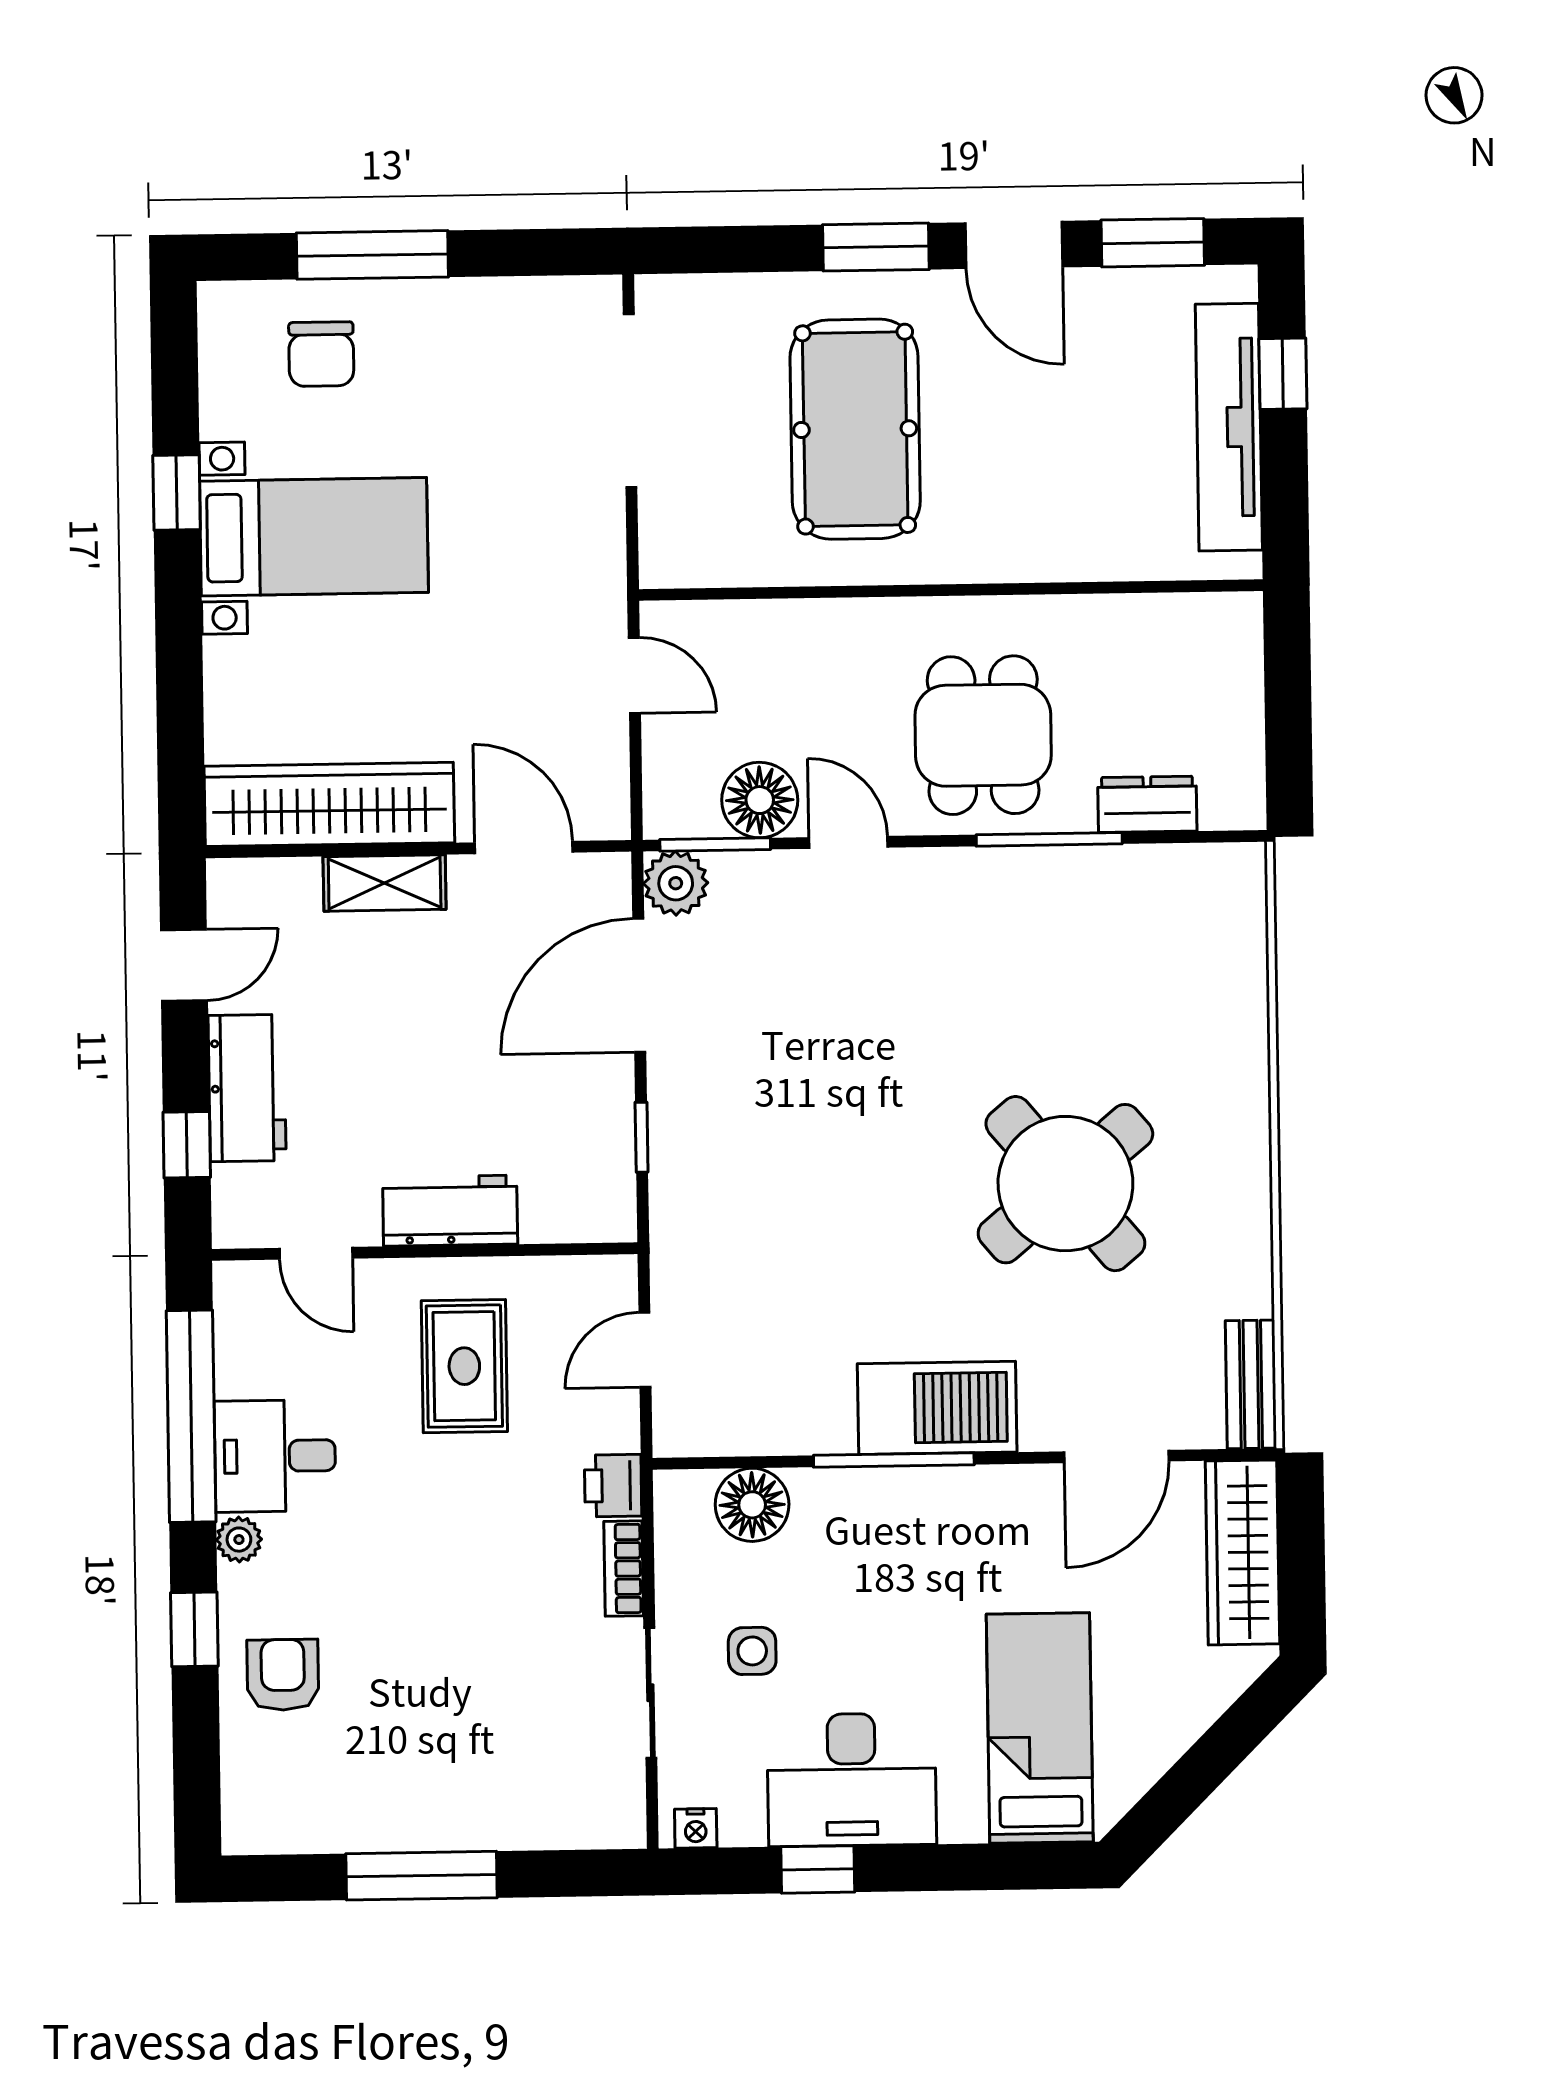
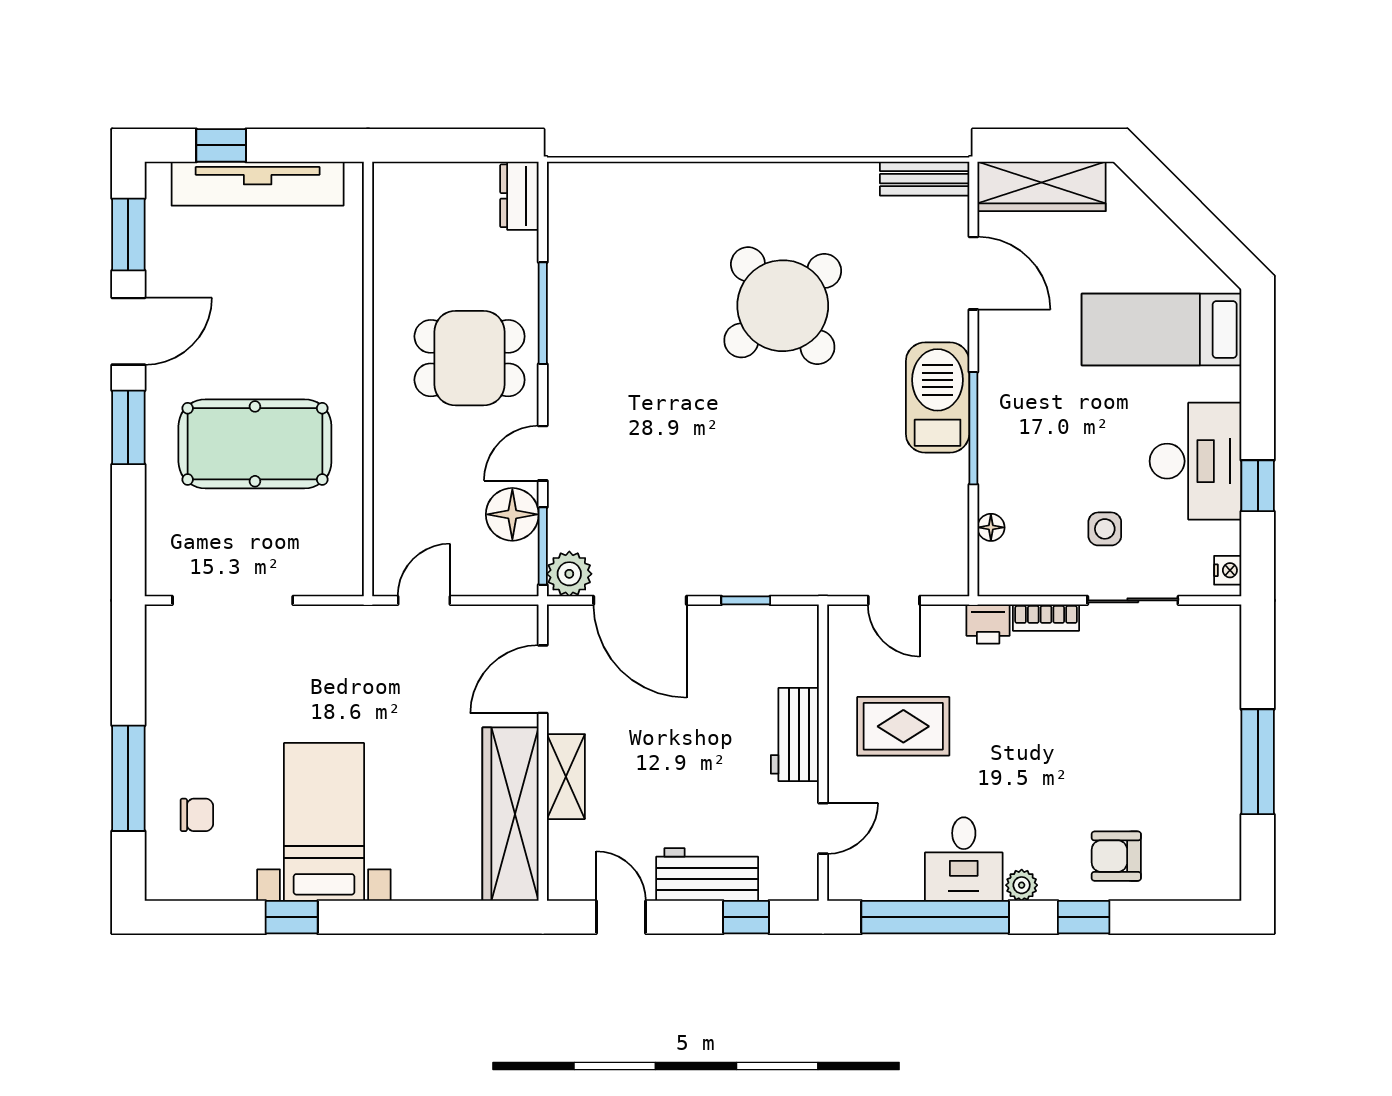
chair: (321, 354) -> (197, 815), width x0.73, depth x0.73
dresser: (1147, 804) -> (519, 196), moved
floor lamp: (752, 1505) -> (991, 527), width x0.53, depth x0.53

